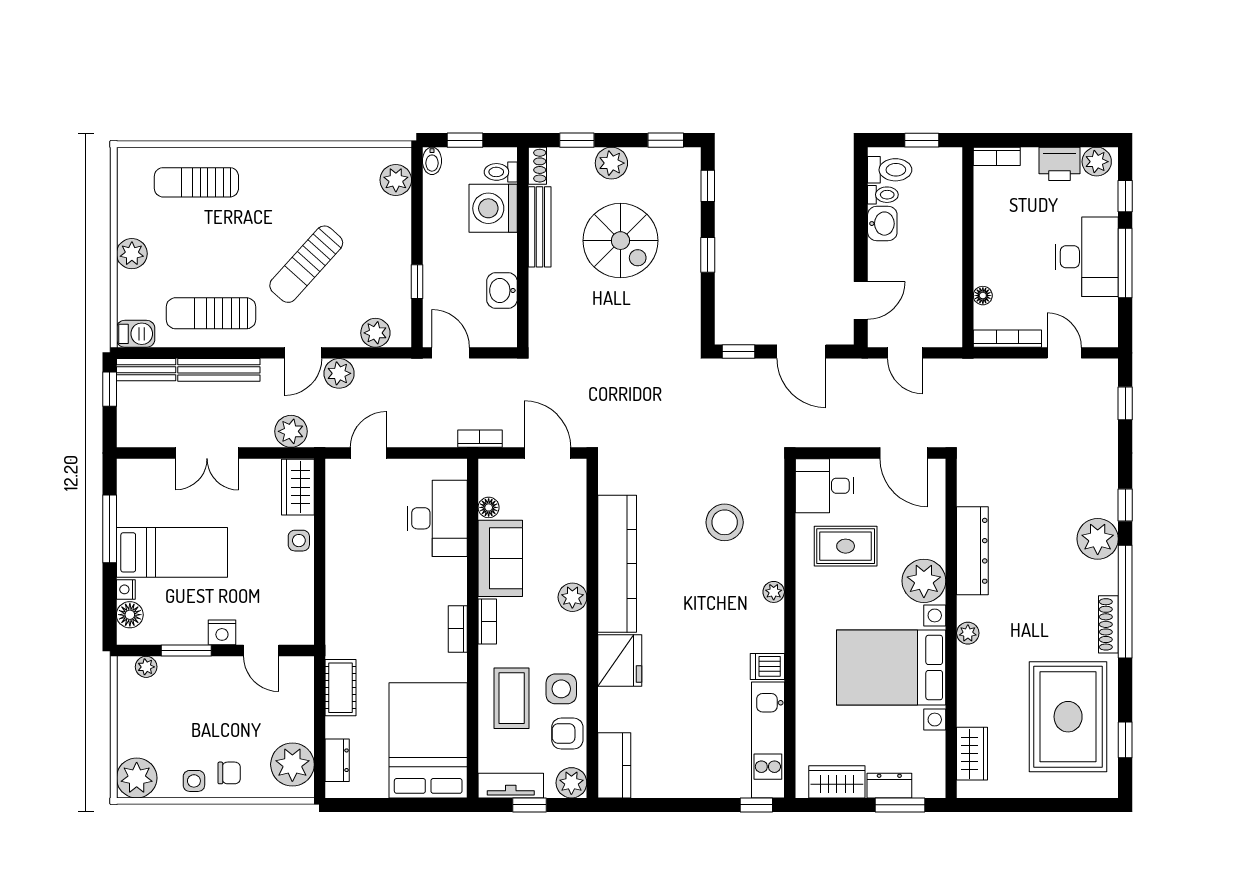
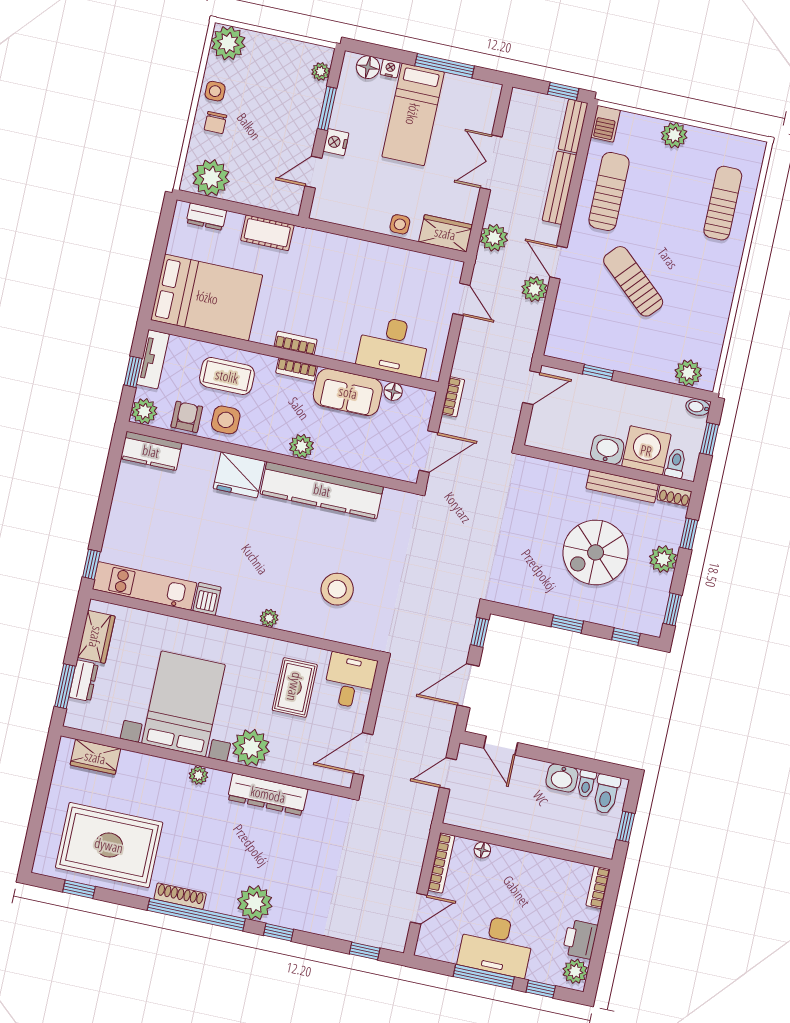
washbasin: (502, 290) -> (607, 450), moved
plant: (375, 333) -> (562, 327), removed

